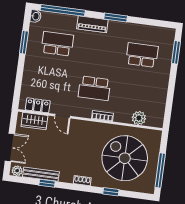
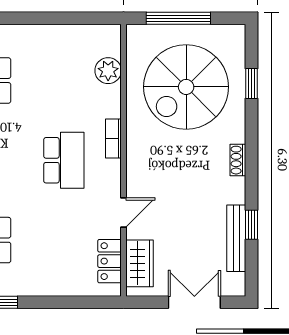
window: (160, 170) -> (178, 18), moved
plant: (17, 171) -> (236, 283), removed
window: (111, 192) -> (252, 83), moved

